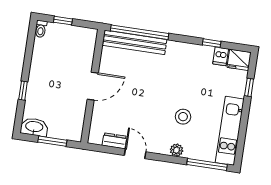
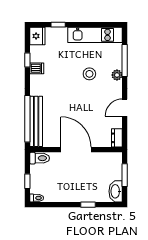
toilet: (89, 40) -> (40, 158), added
dishwasher: (221, 56) -> (37, 68), moved
door: (93, 86) -> (76, 150), width x1.36
dresser: (114, 141) -> (117, 138), moved
window: (207, 165) -> (125, 61), moved

